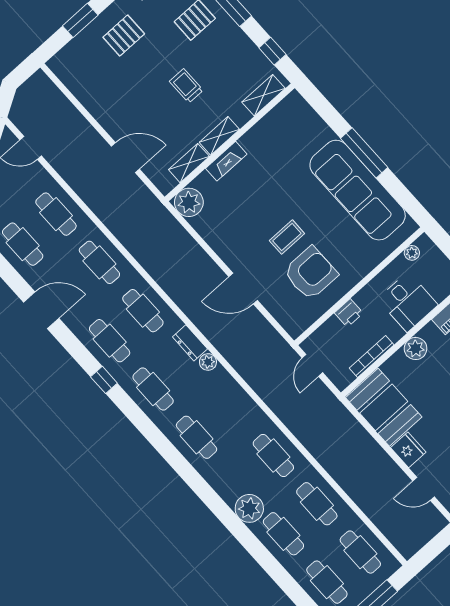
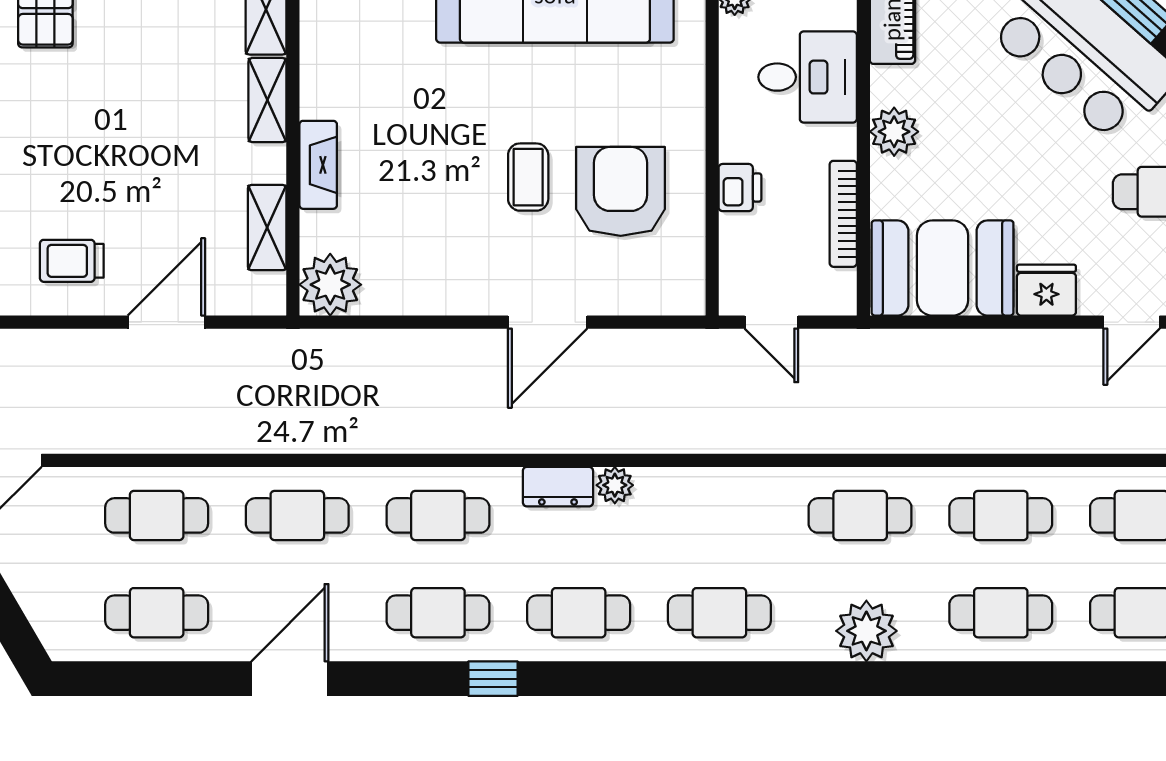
trolley: (186, 86) -> (72, 261), moved
shelving: (219, 136) -> (267, 100), moved
plant: (249, 508) -> (866, 631), moved

